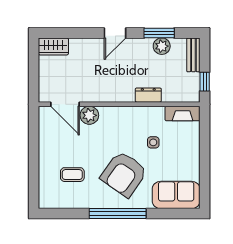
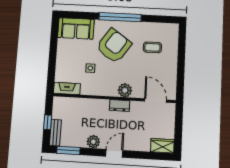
window: (159, 33) -> (68, 150), moved
plant: (162, 46) -> (93, 142), moved
window: (205, 82) -> (48, 122), moved
dresser: (148, 95) -> (120, 105), moved
plant: (89, 115) -> (125, 90), moved

